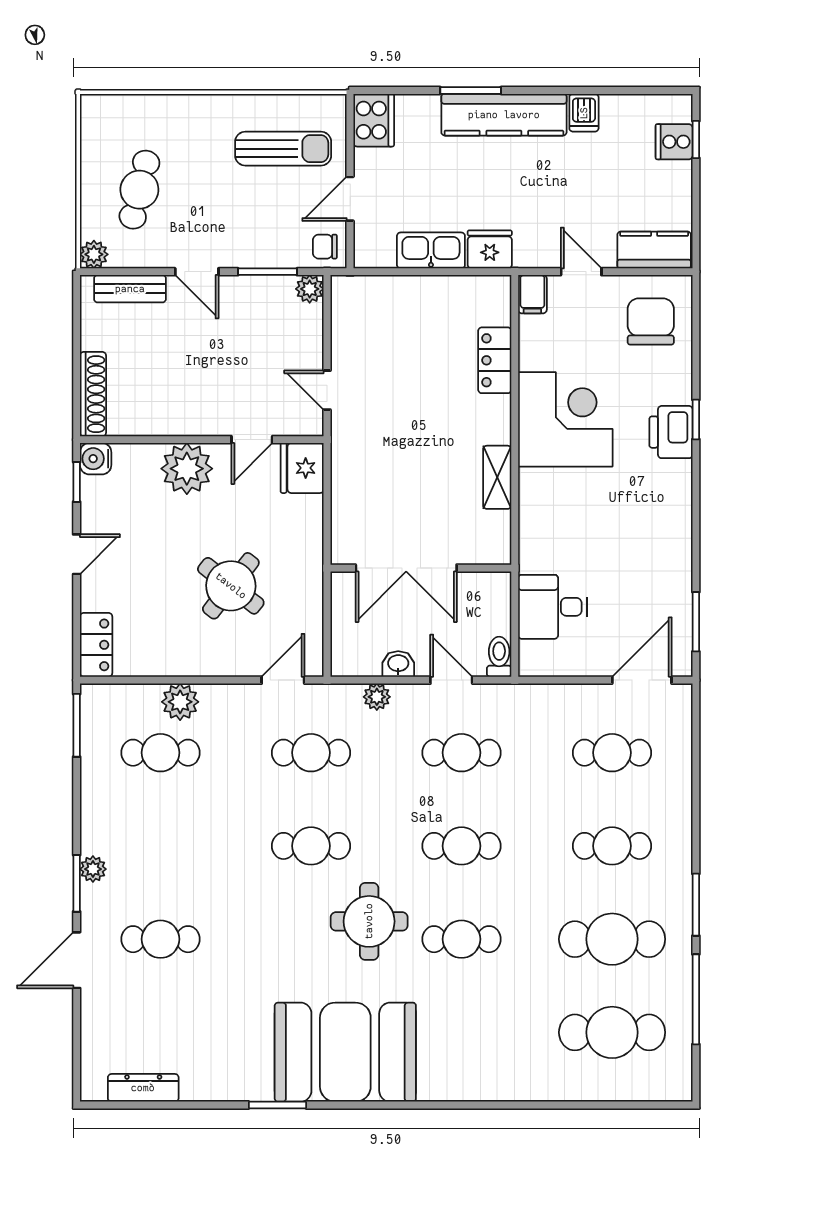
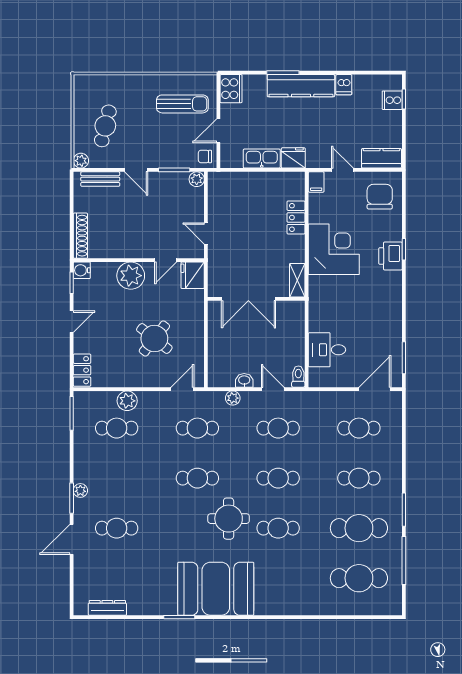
double door: (406, 568) -> (248, 299), moved
wall: (421, 568) -> (256, 299), moved

